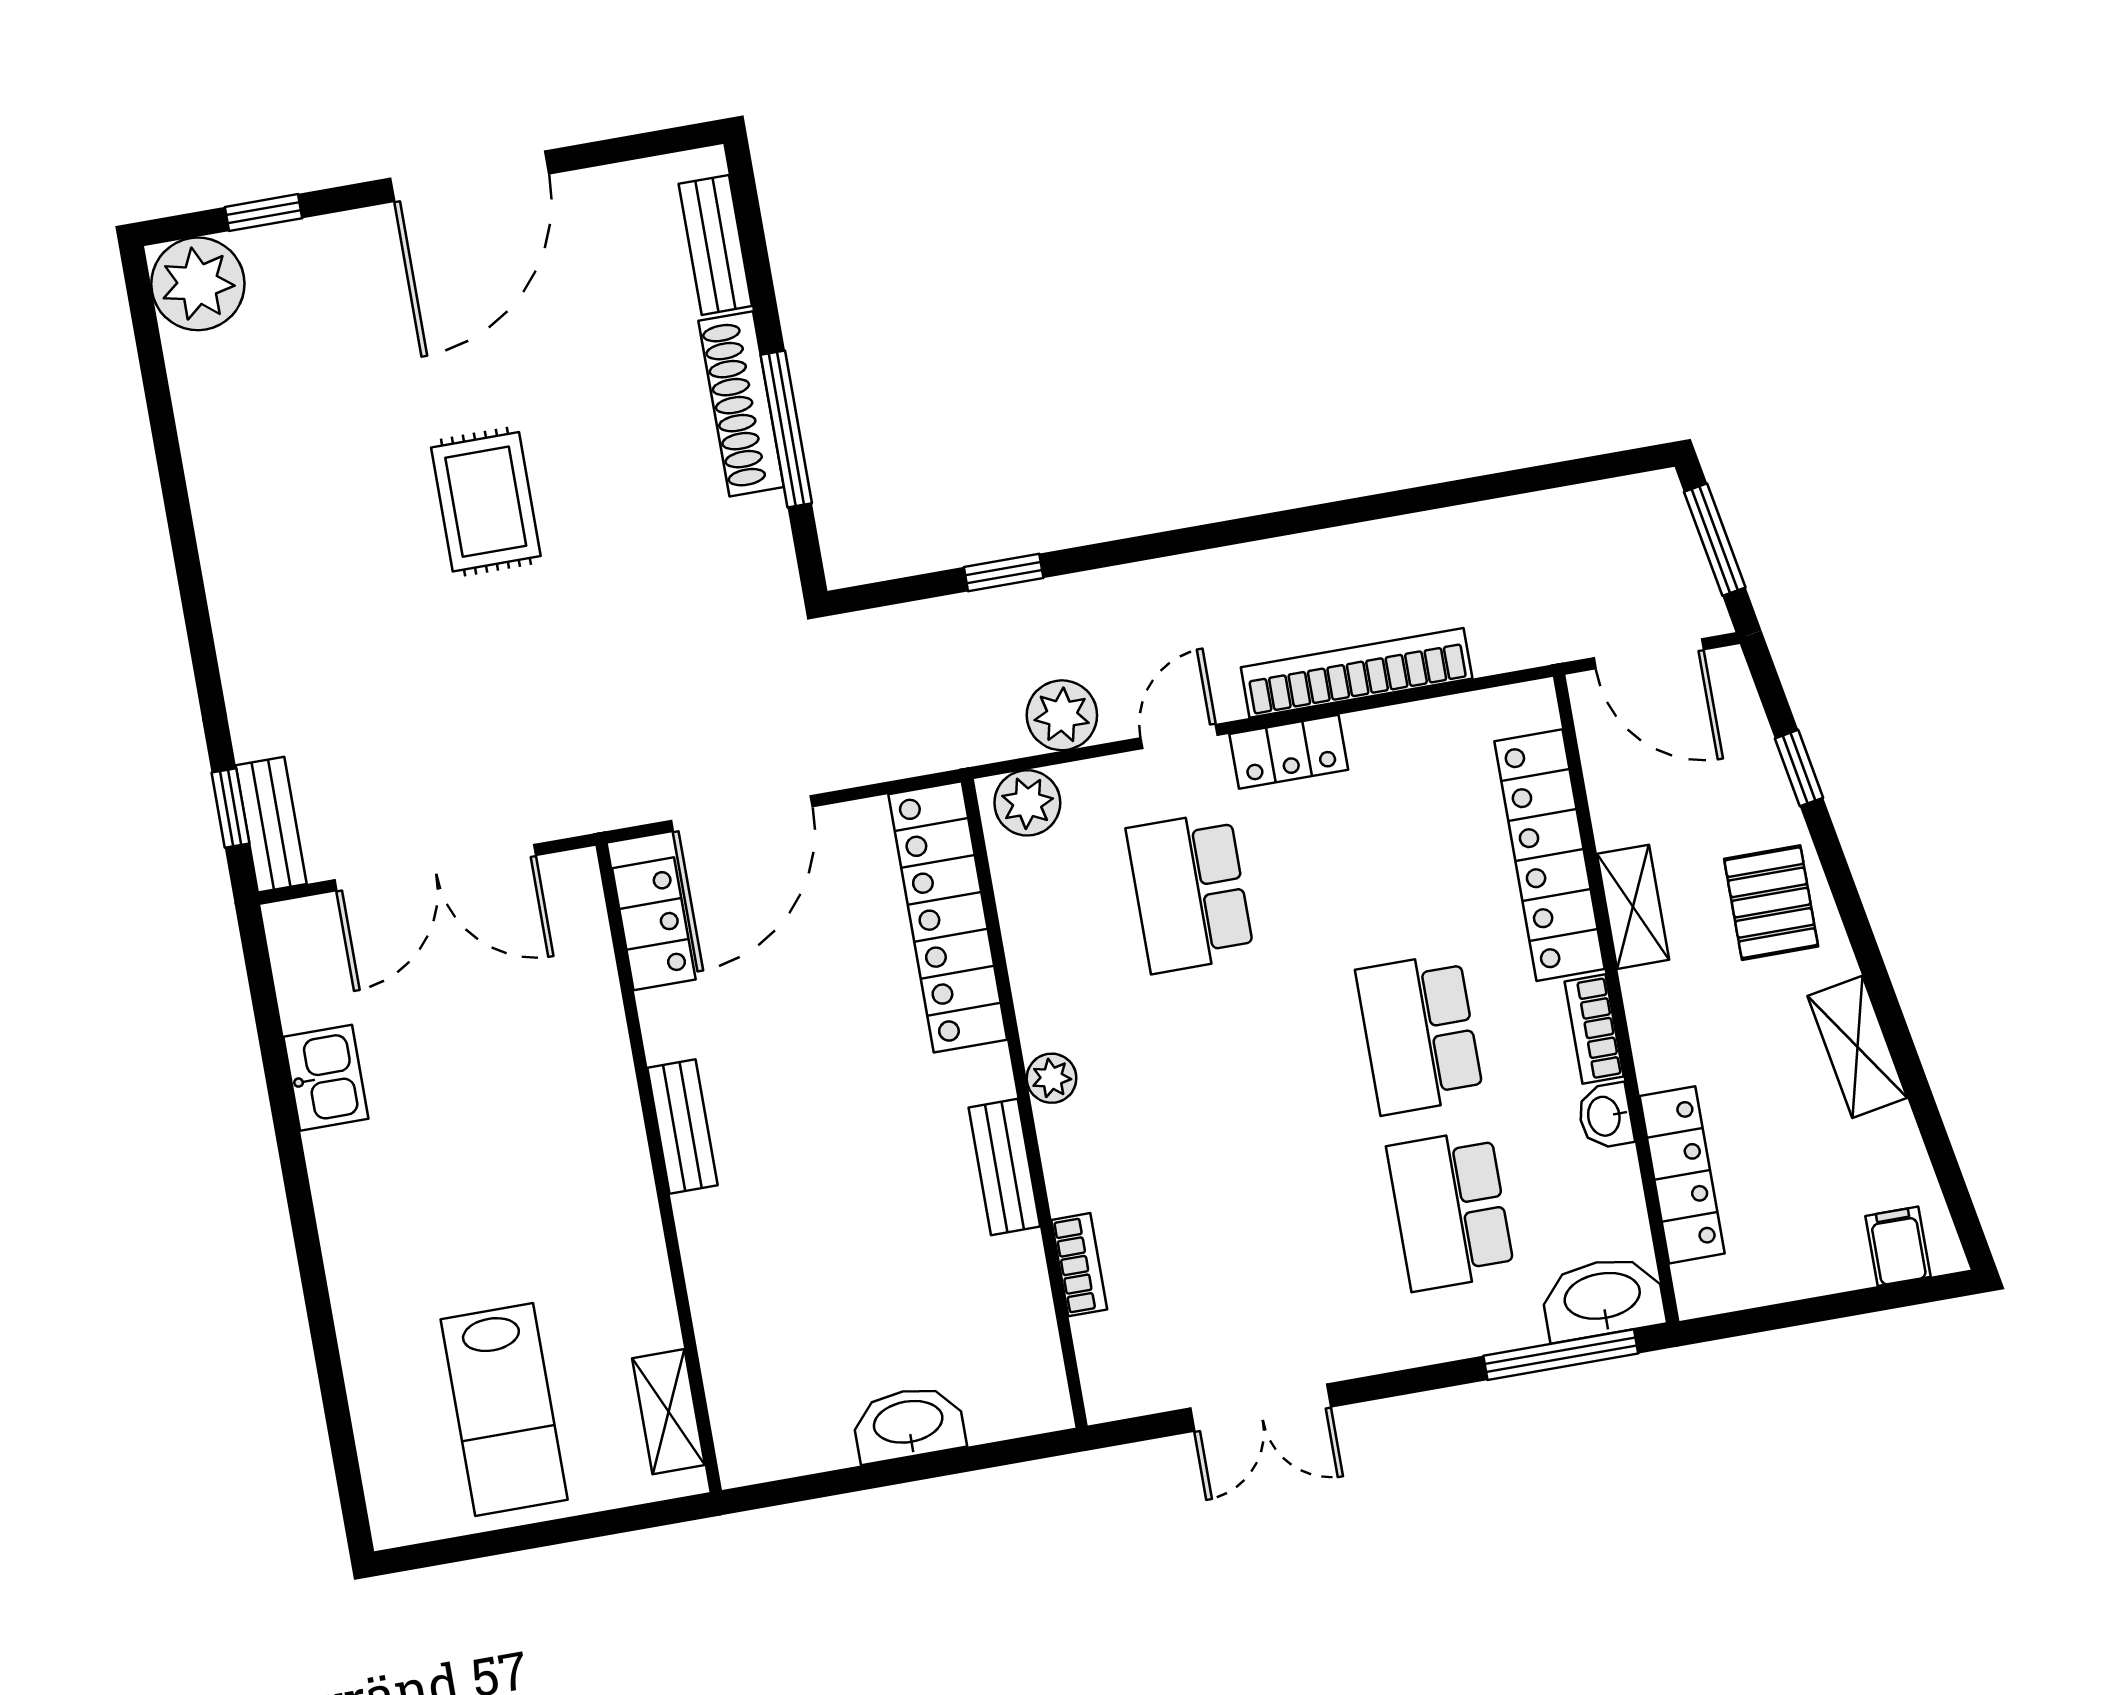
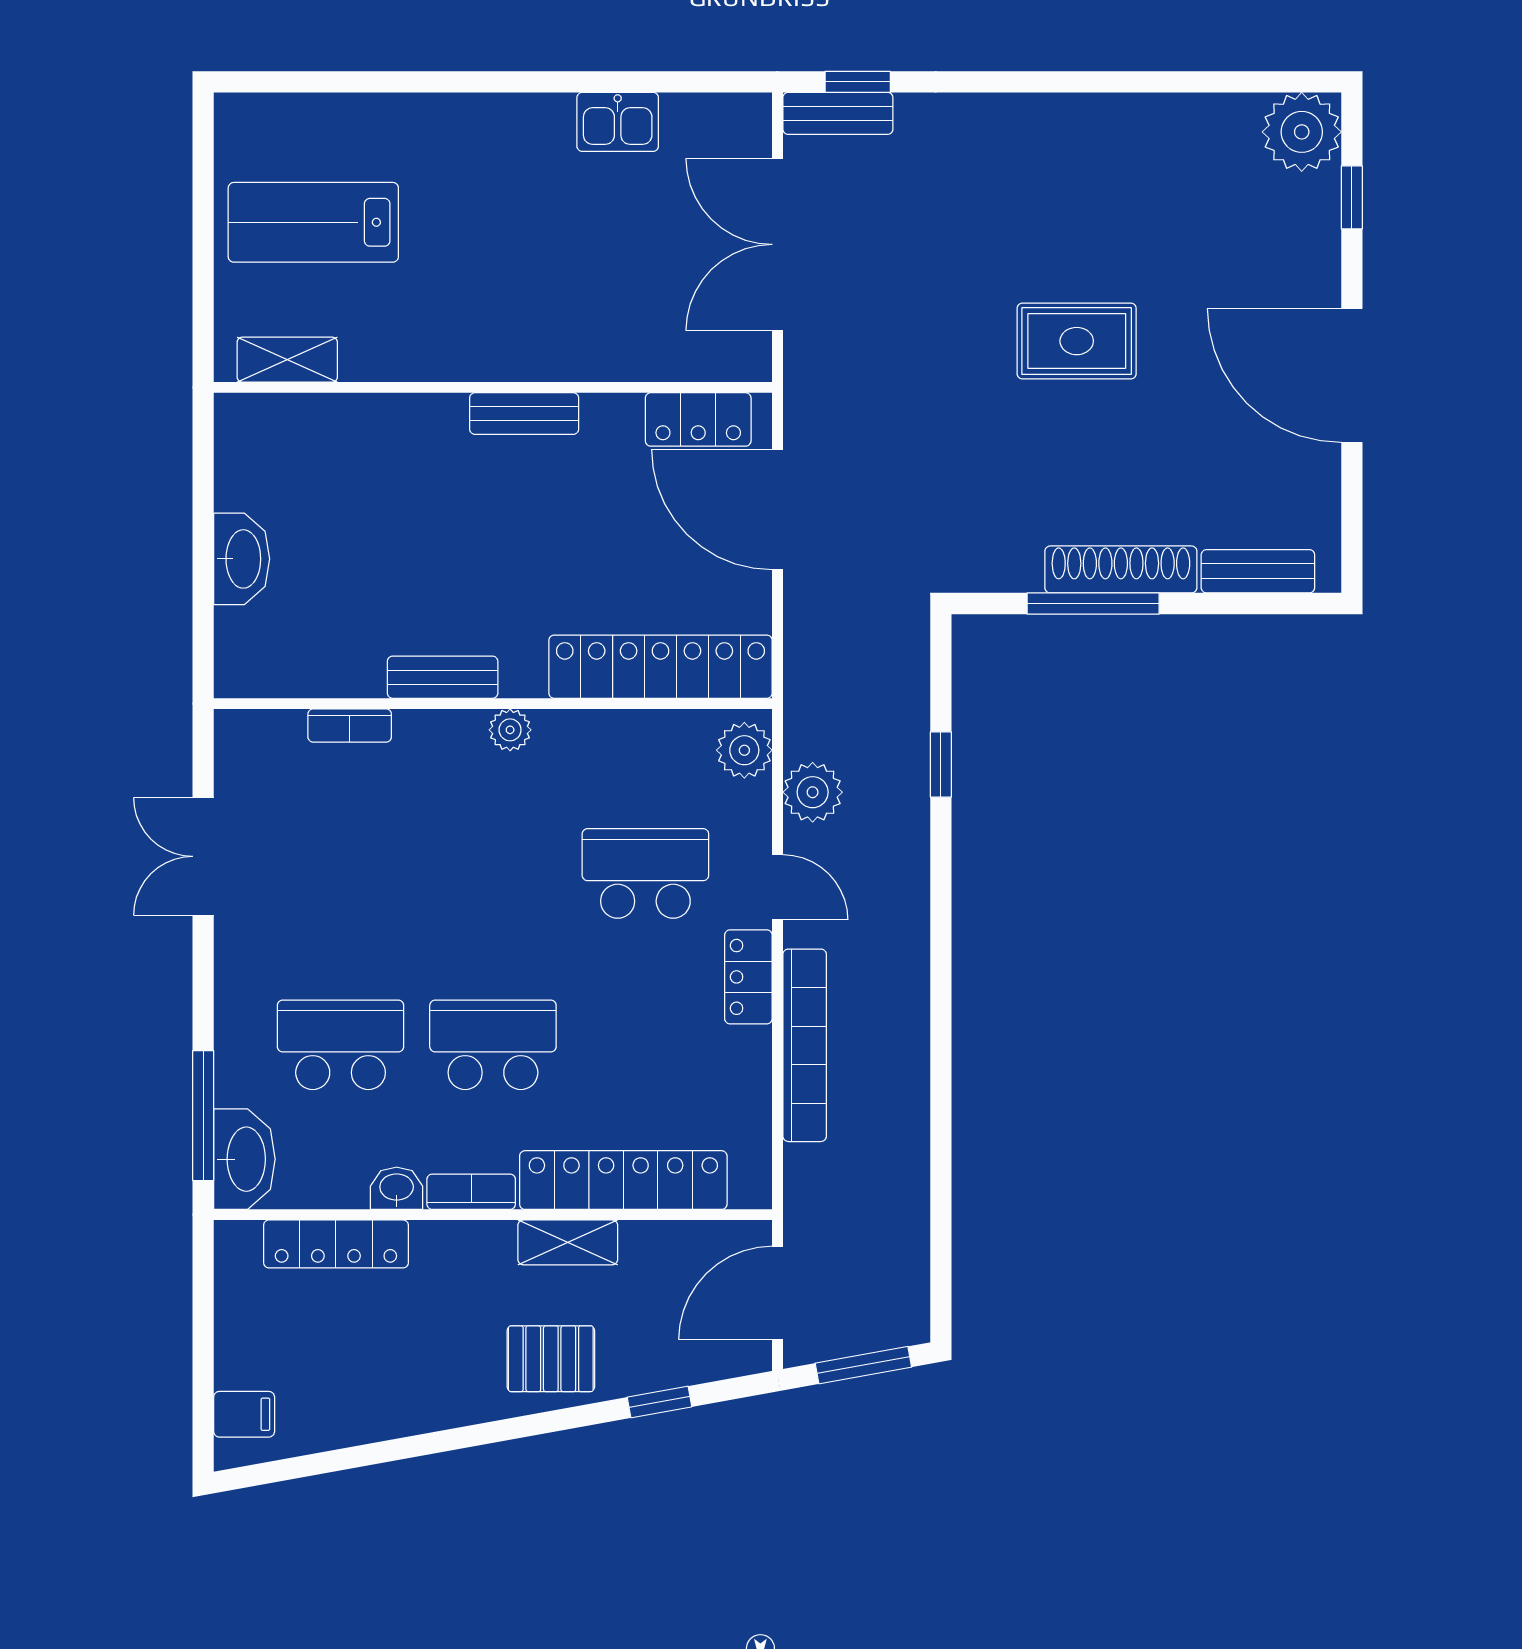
shelving: (1857, 1047) -> (417, 1410), removed

